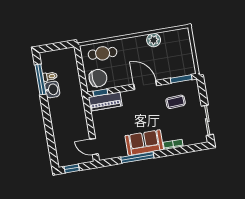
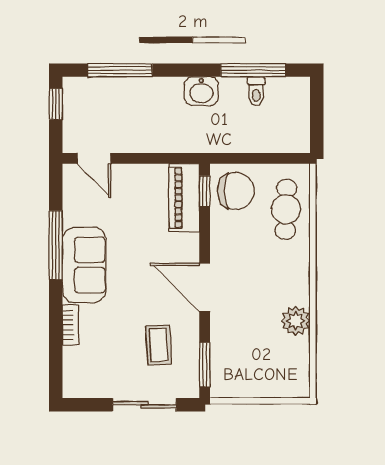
chair: (98, 78) -> (236, 191), turned -82
door: (145, 85) -> (205, 287), swing flipped
washbasin: (52, 89) -> (201, 91), moved
sliding door: (207, 120) -> (144, 405), moved
window: (51, 141) -> (120, 70), added
door: (94, 147) -> (94, 158), swing flipped

